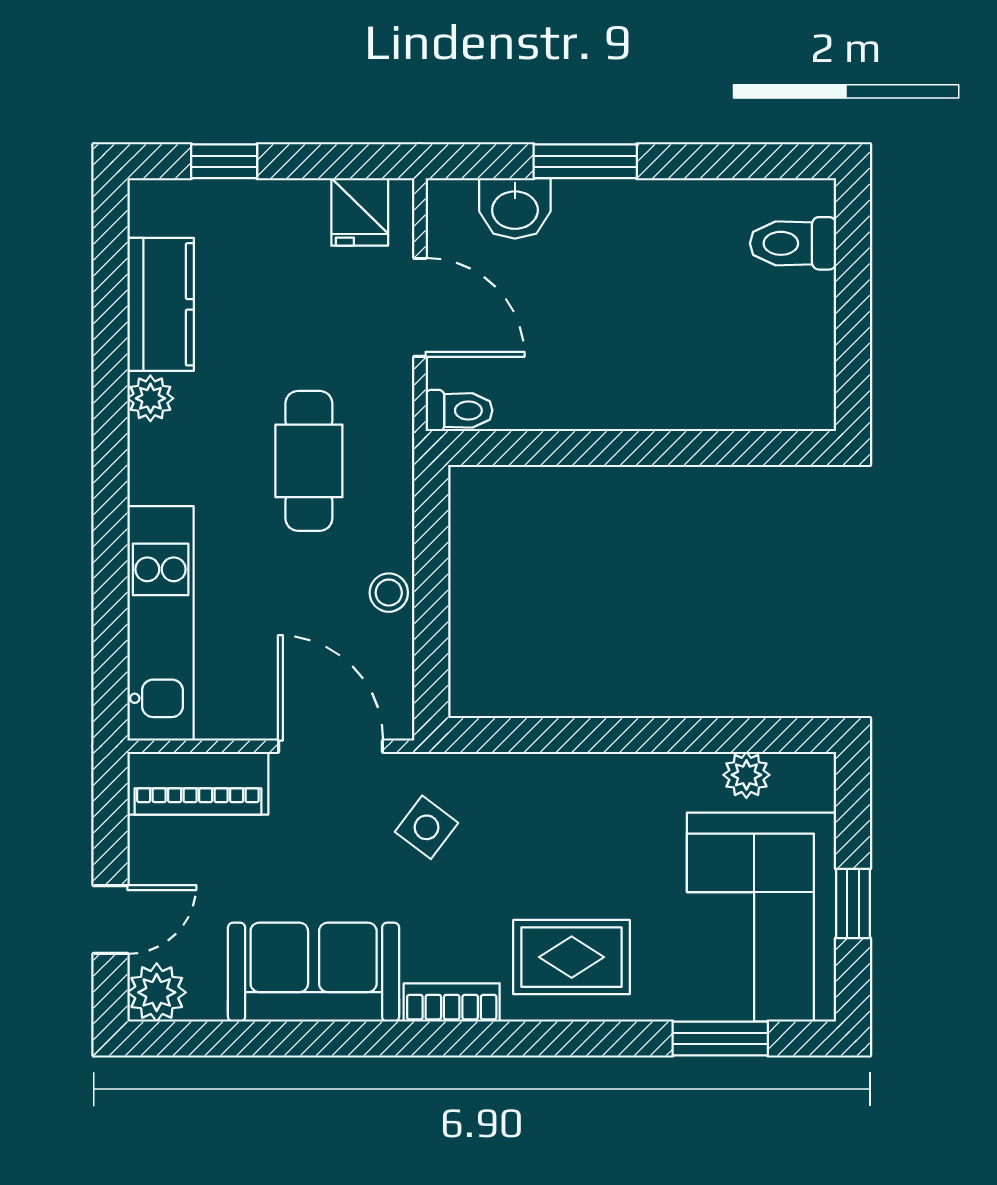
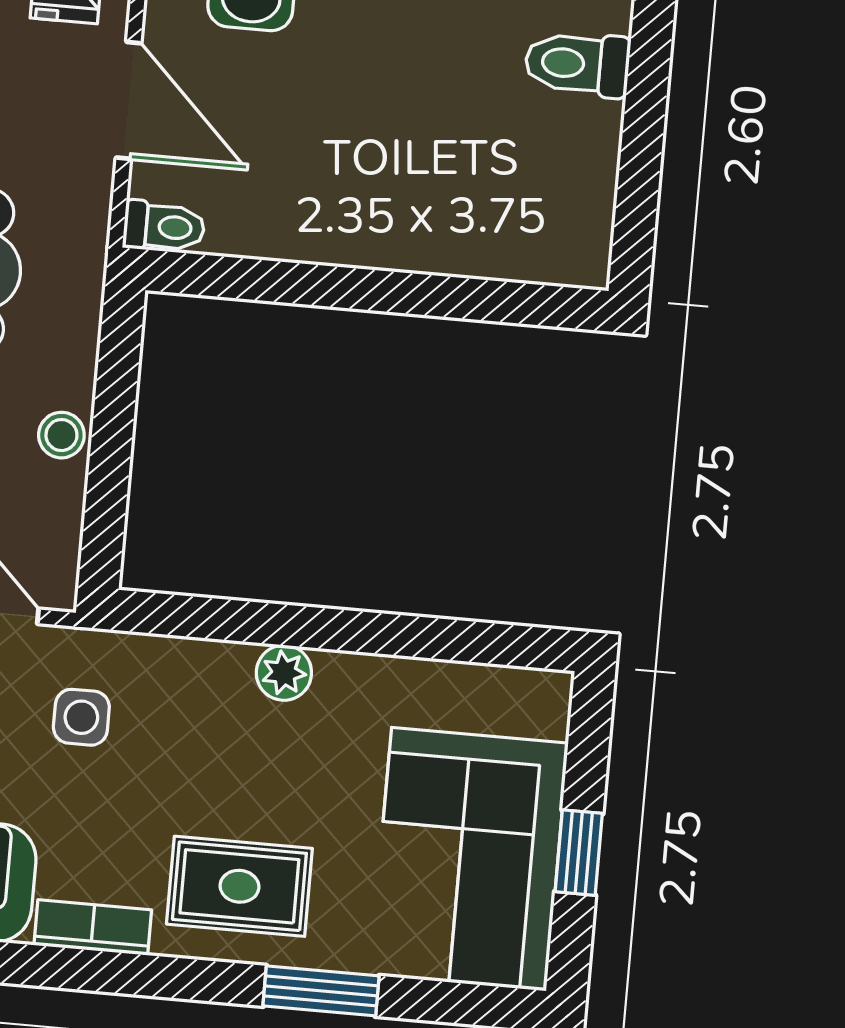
plant: (746, 775) -> (284, 673), moved
side table: (427, 827) -> (81, 717), turned -37
window: (720, 1039) -> (321, 991), moved

